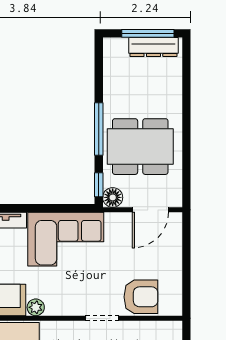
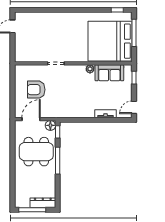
dresser: (153, 47) -> (43, 203), moved
corner sofa: (66, 239) -> (75, 104), removed
armchair: (141, 297) -> (36, 90), moved

